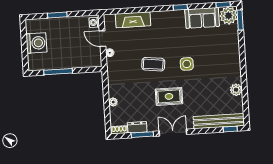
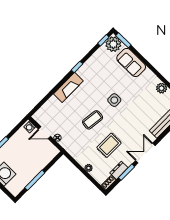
sofa: (202, 18) -> (131, 63), moved, turned 90
fireplace: (133, 20) -> (68, 87), moved
rug: (169, 96) -> (109, 145), moved

